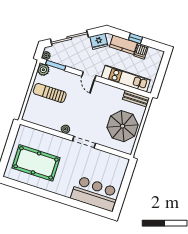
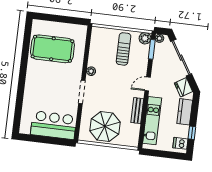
window: (135, 39) -> (192, 133), moved
dishwasher: (141, 51) -> (180, 143), moved
bench: (136, 99) -> (137, 111), moved
pool table: (36, 163) -> (52, 49), turned 90
bar counter: (95, 194) -> (54, 125), moved, turned -90

